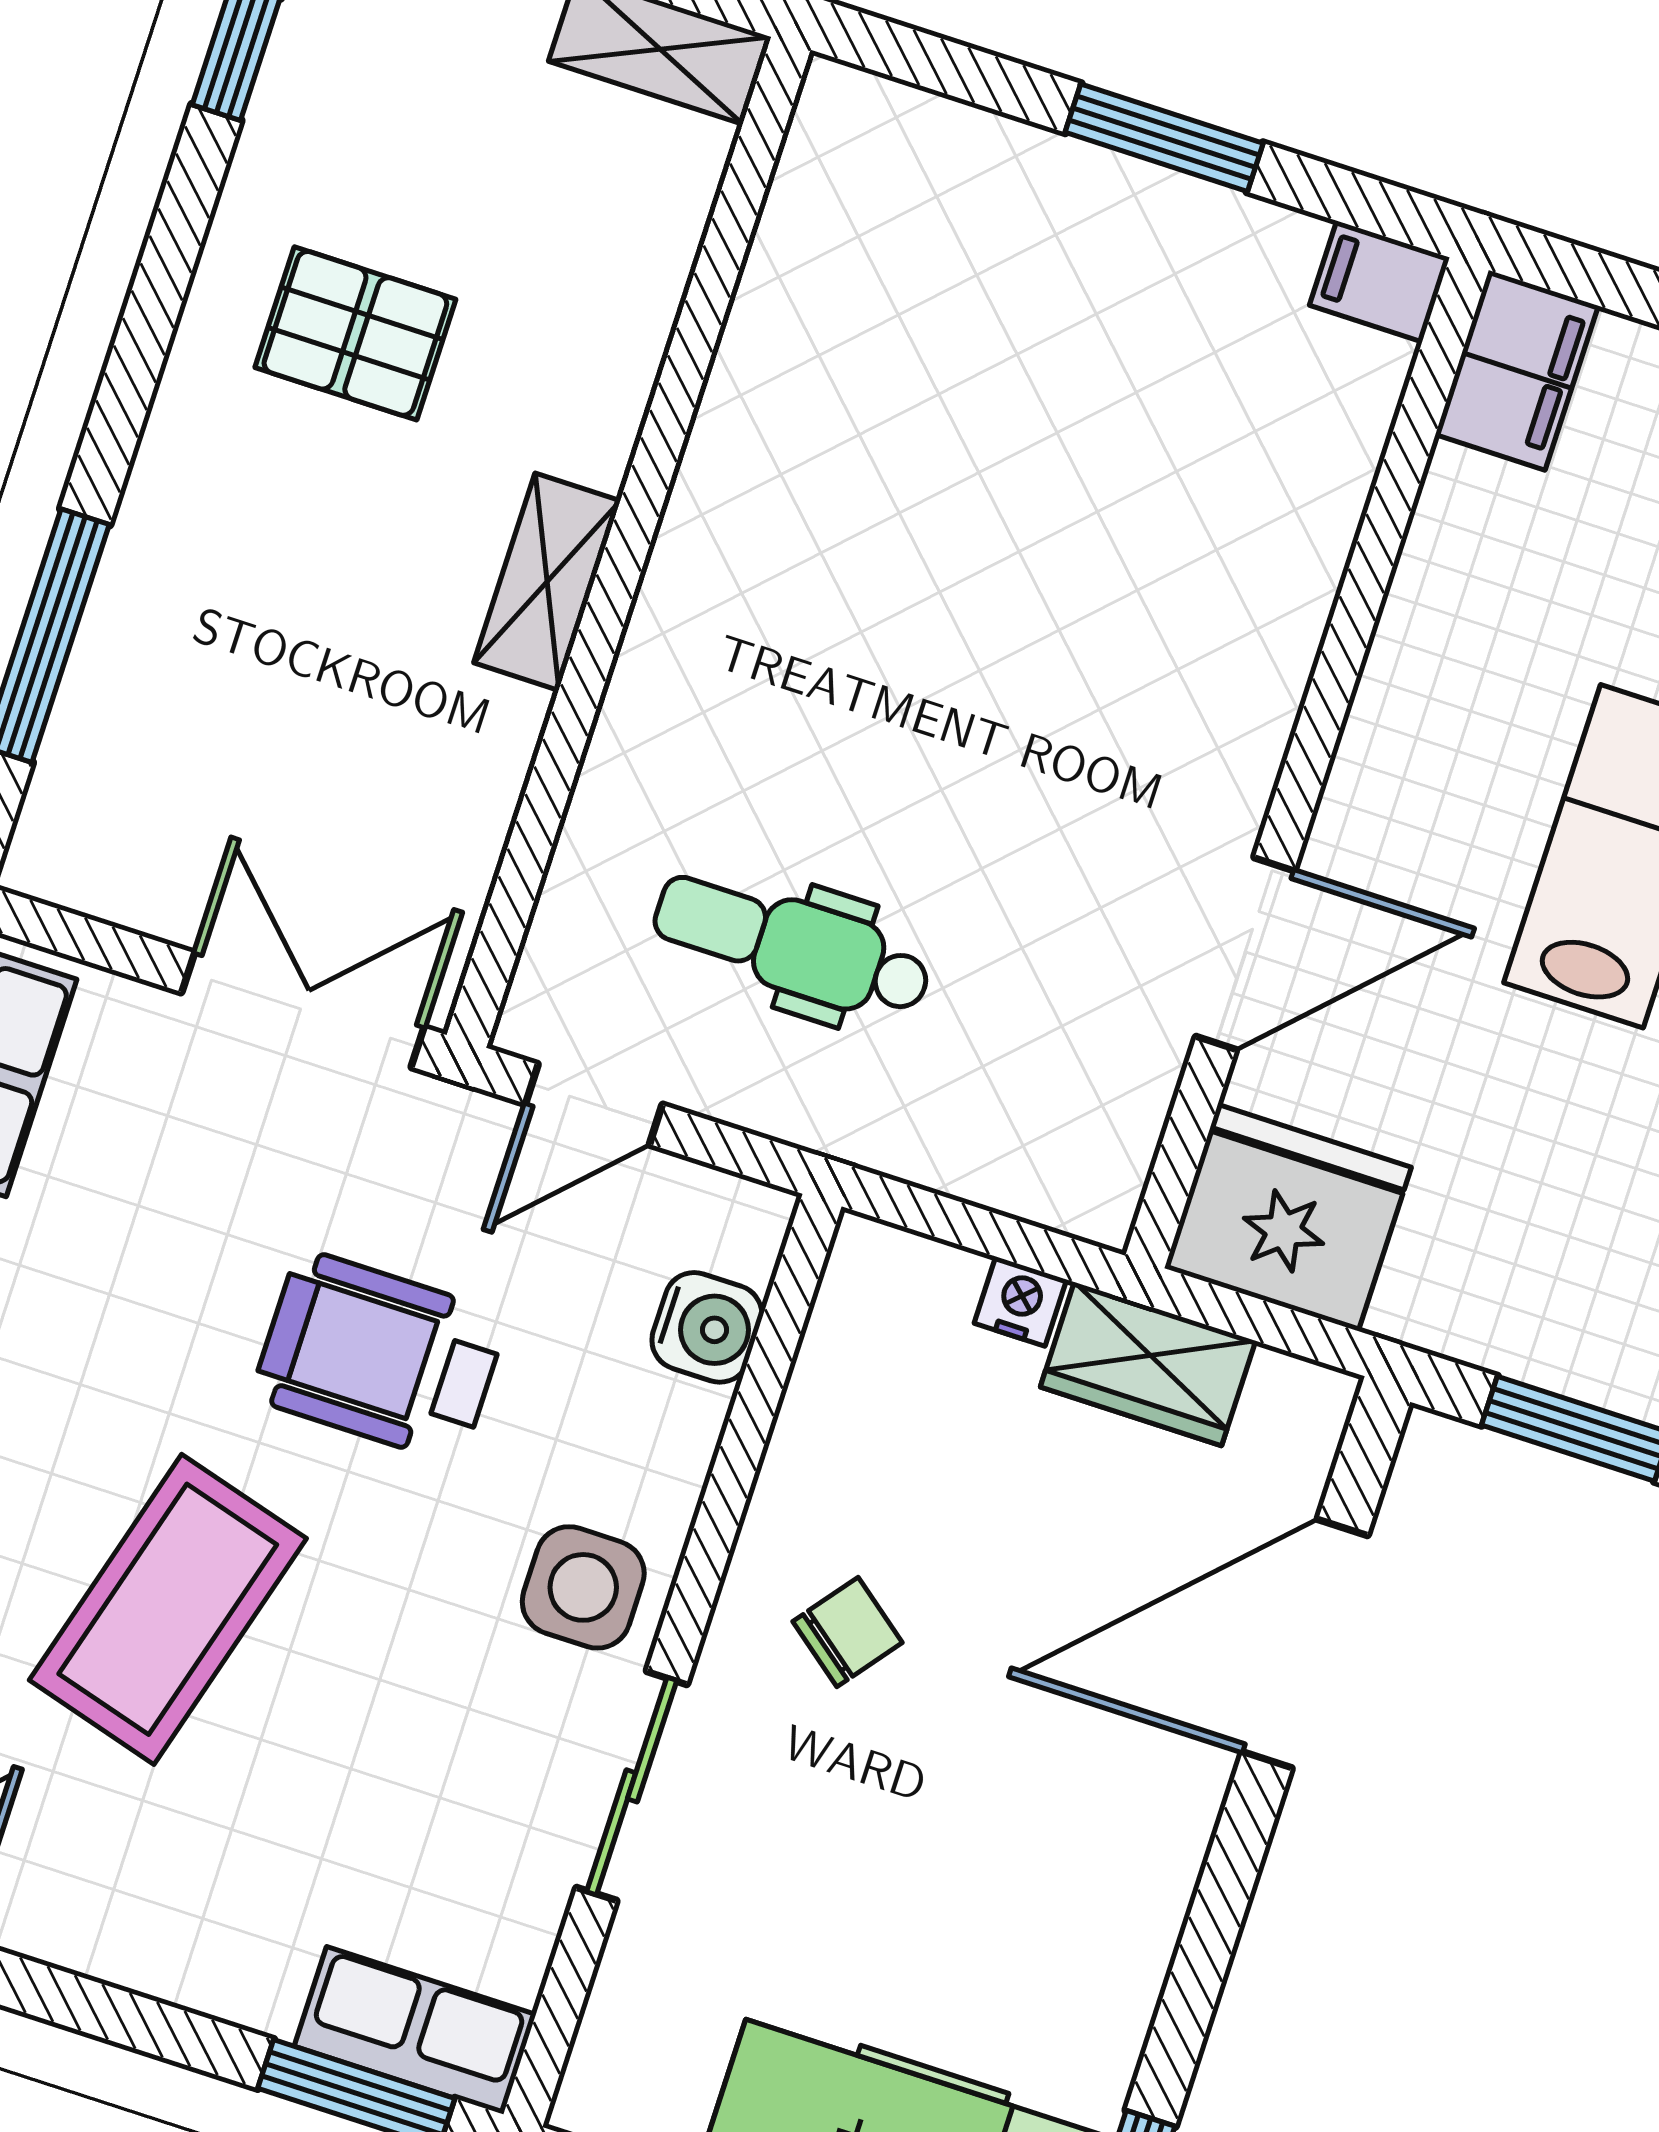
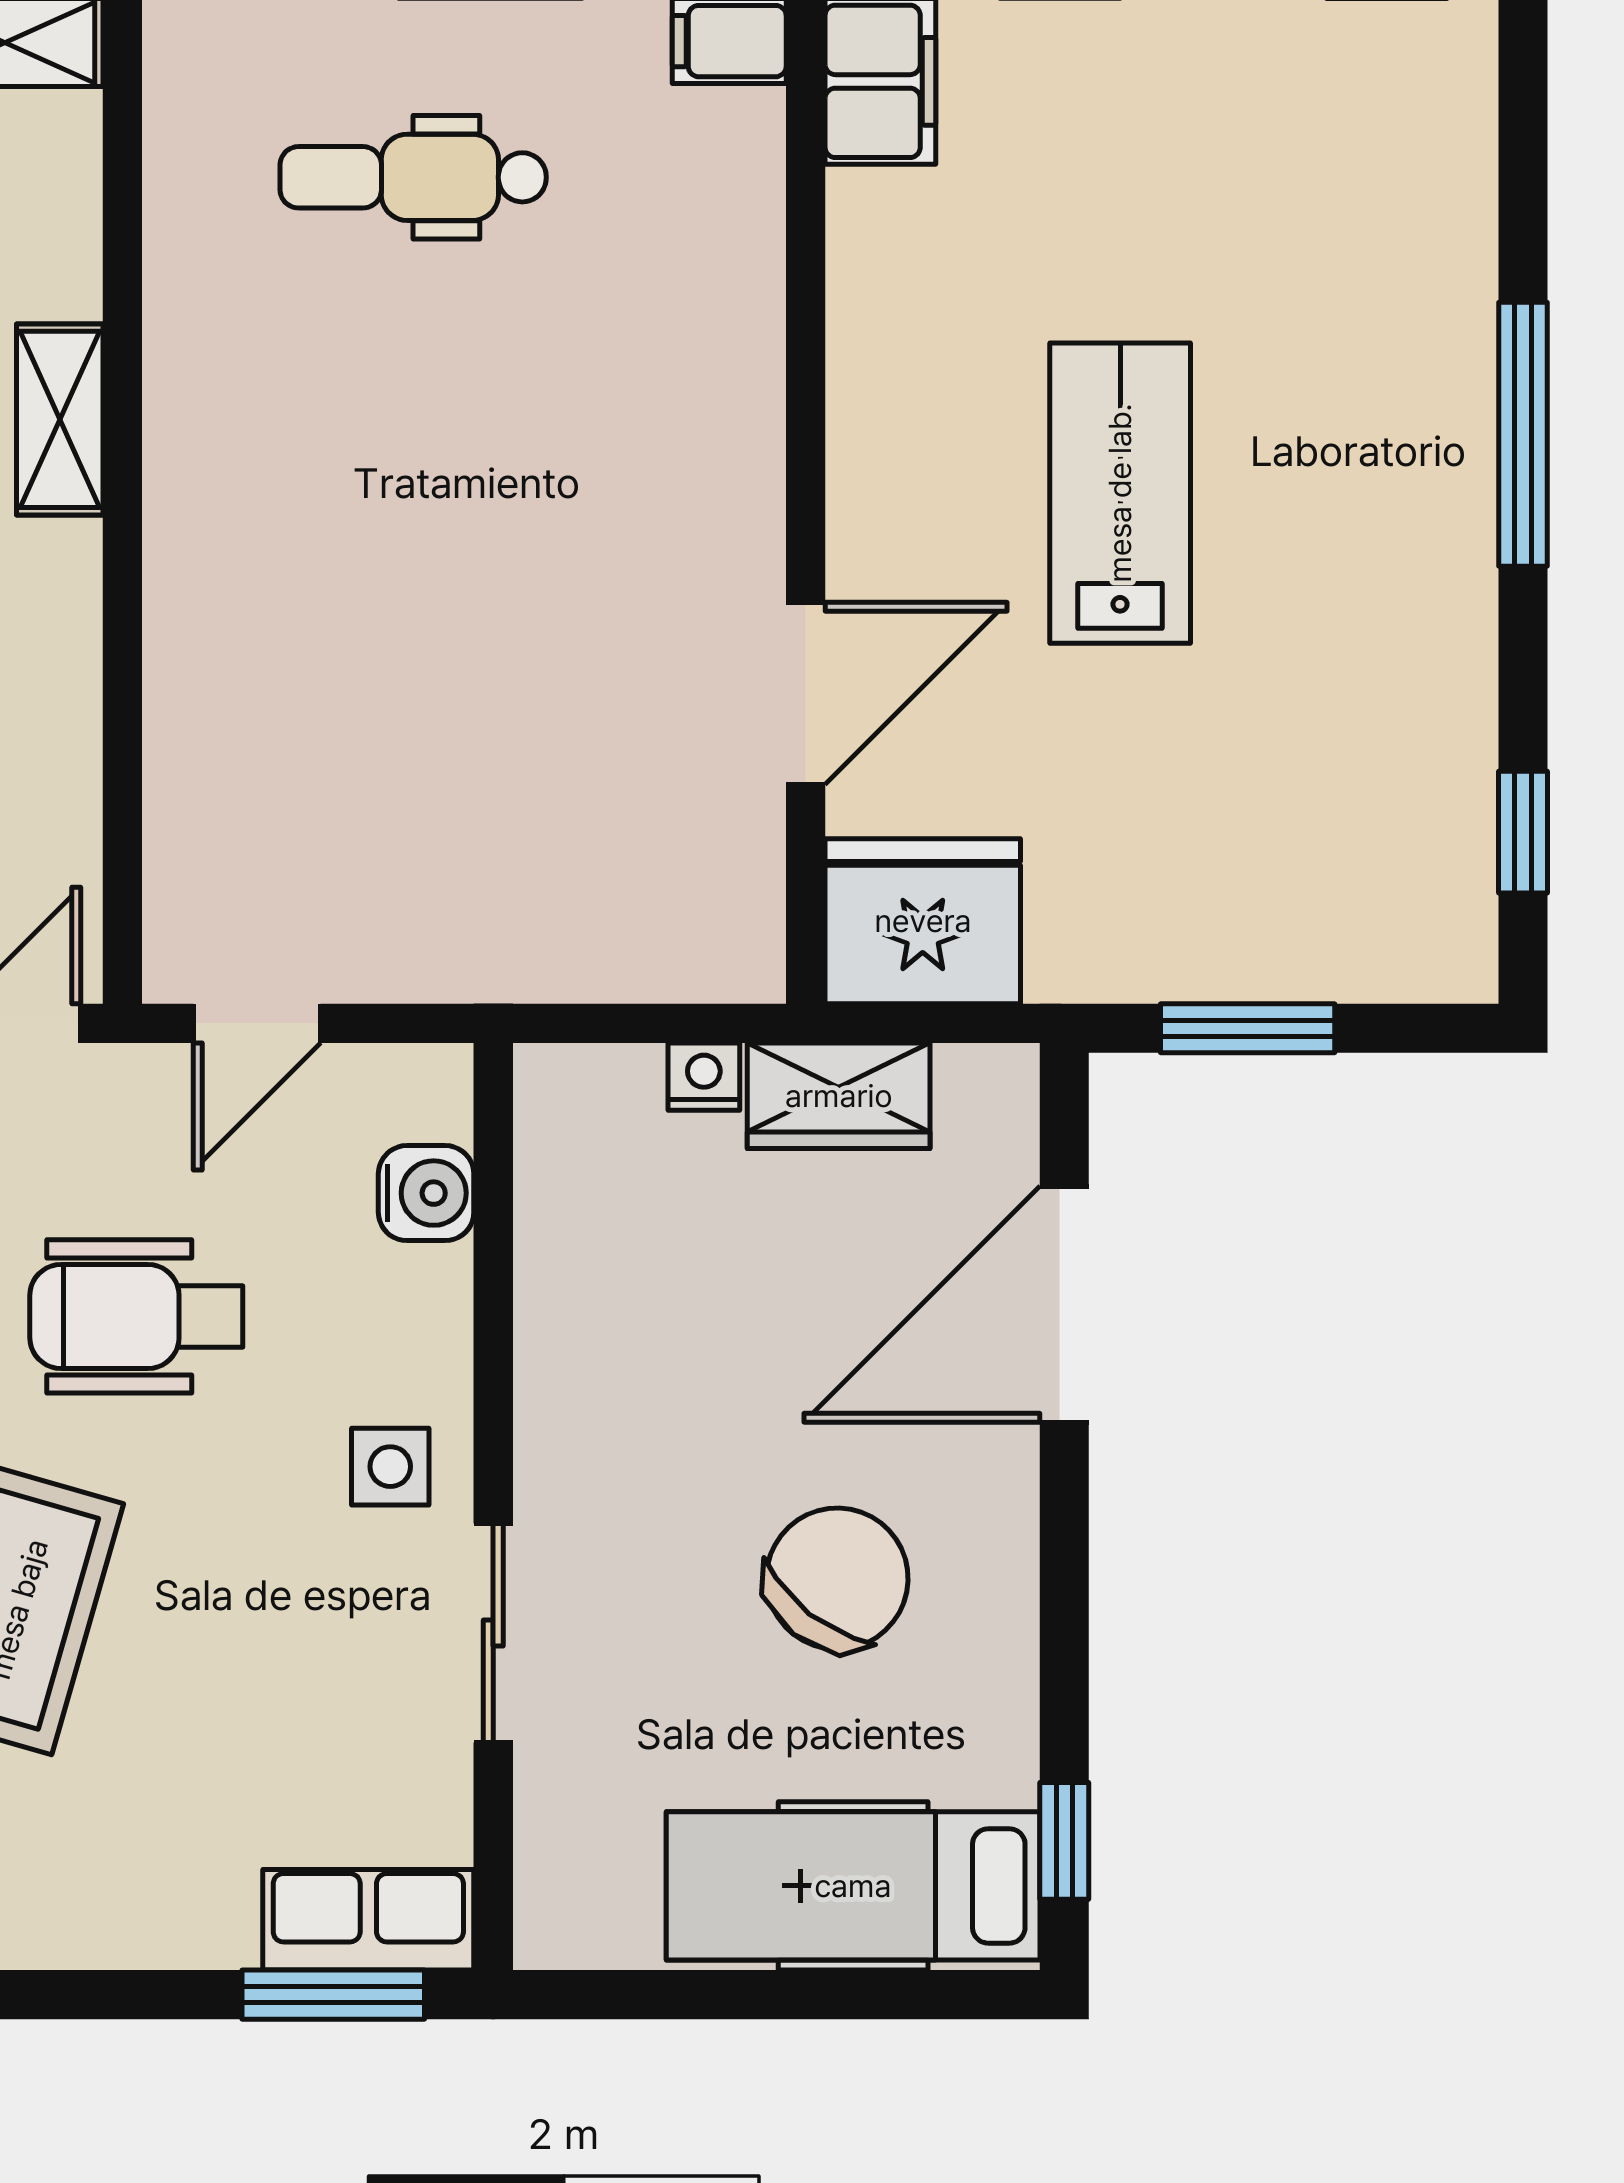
shelving: (547, 582) -> (60, 419), moved
dental chair: (792, 946) -> (413, 177), moved
side table: (583, 1587) -> (390, 1467), width x0.73, depth x0.73
chair: (848, 1632) -> (837, 1579), moved, width x1.87, depth x1.87

